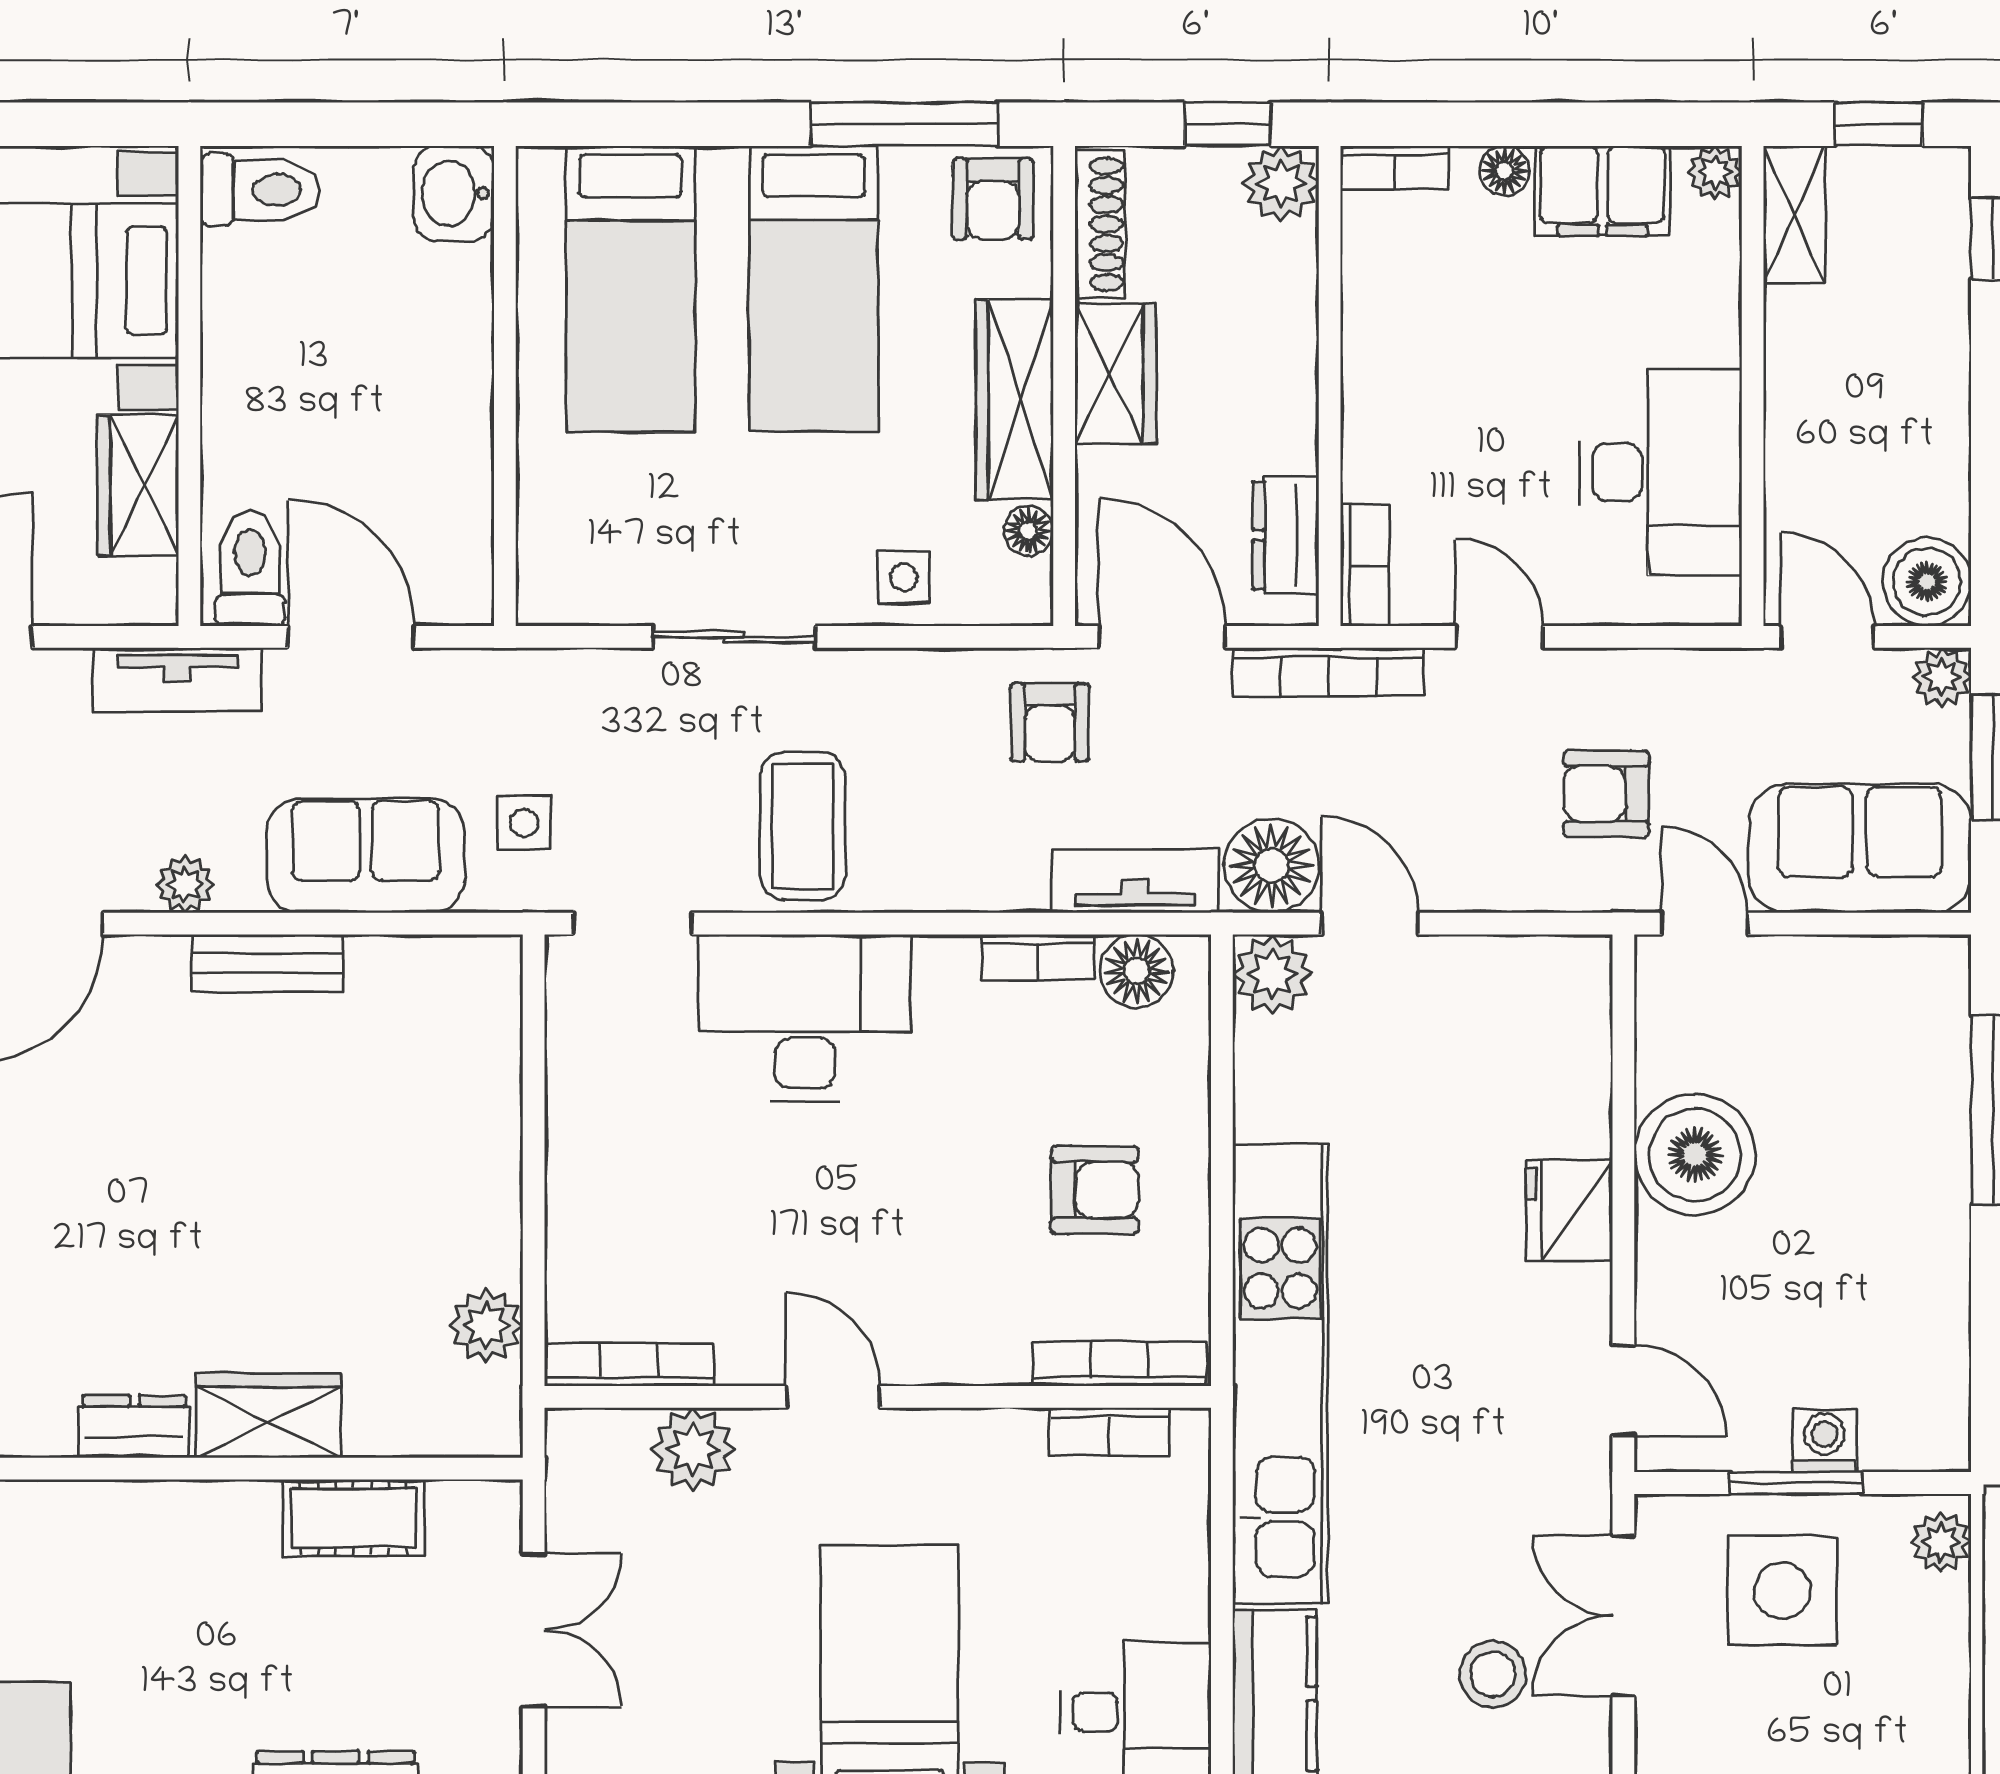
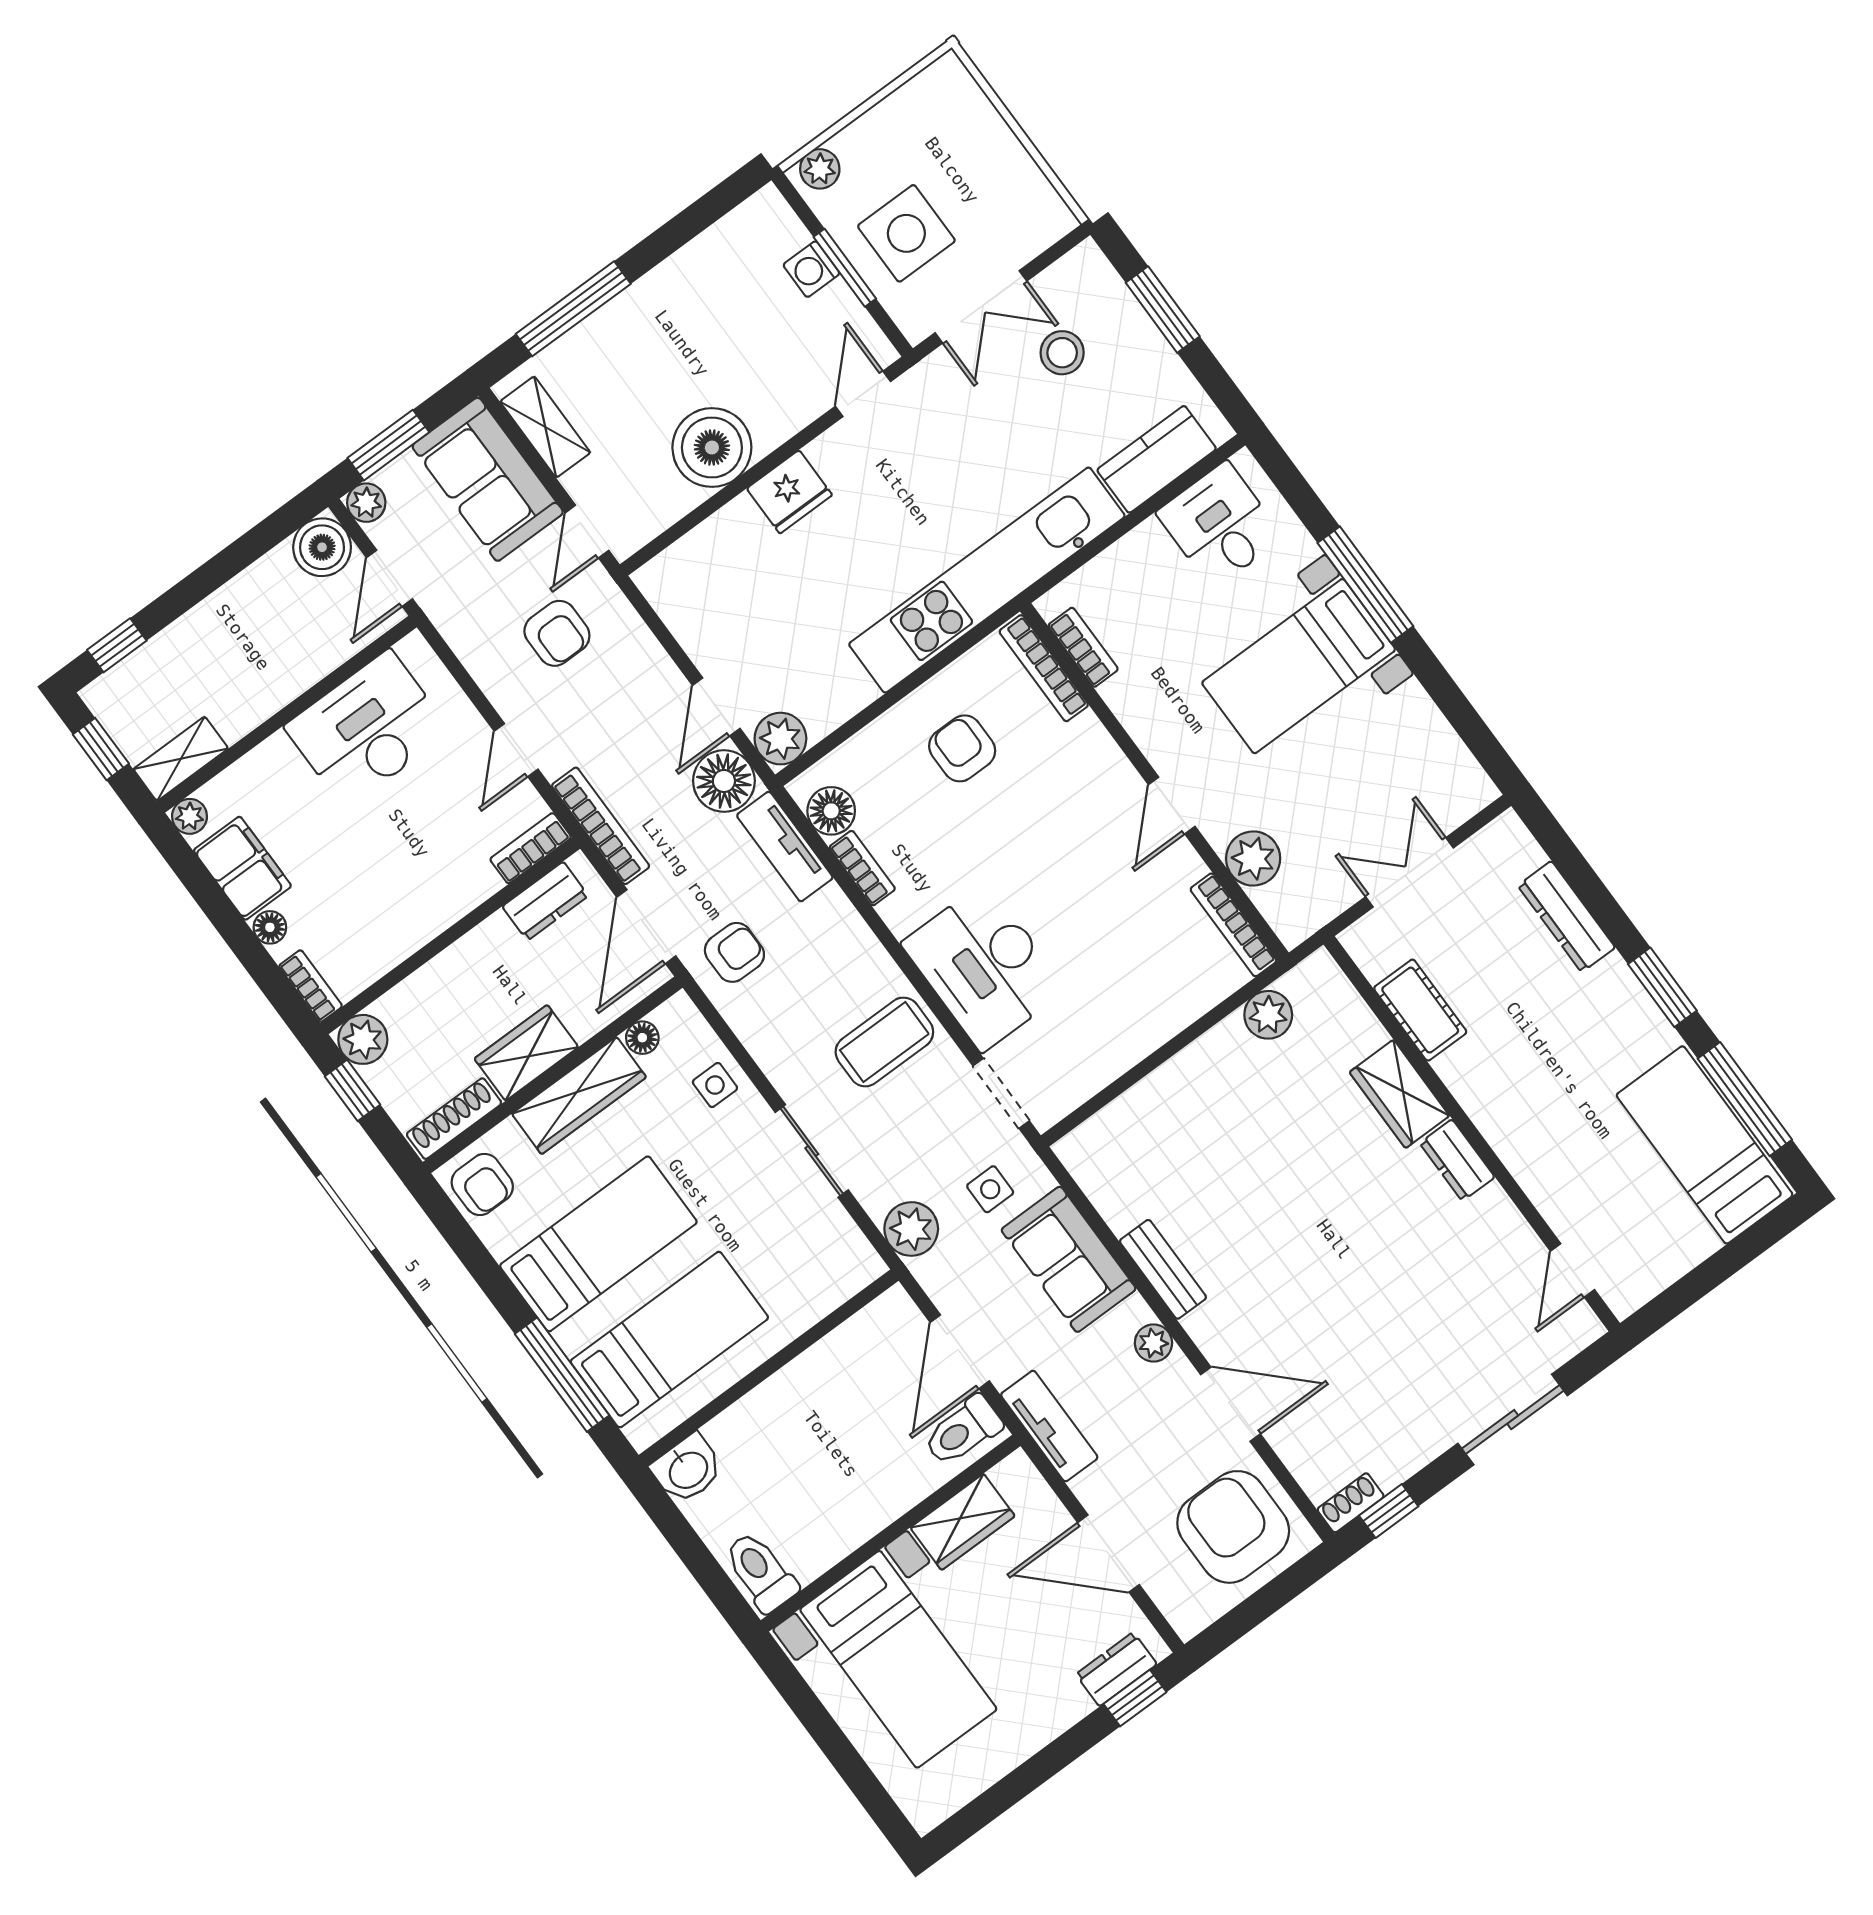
window: (905, 124) -> (562, 1375), moved
armchair: (993, 199) -> (482, 1184), turned 90
plant: (547, 689) -> (911, 1229), added
shelving: (1872, 967) -> (545, 427), added

